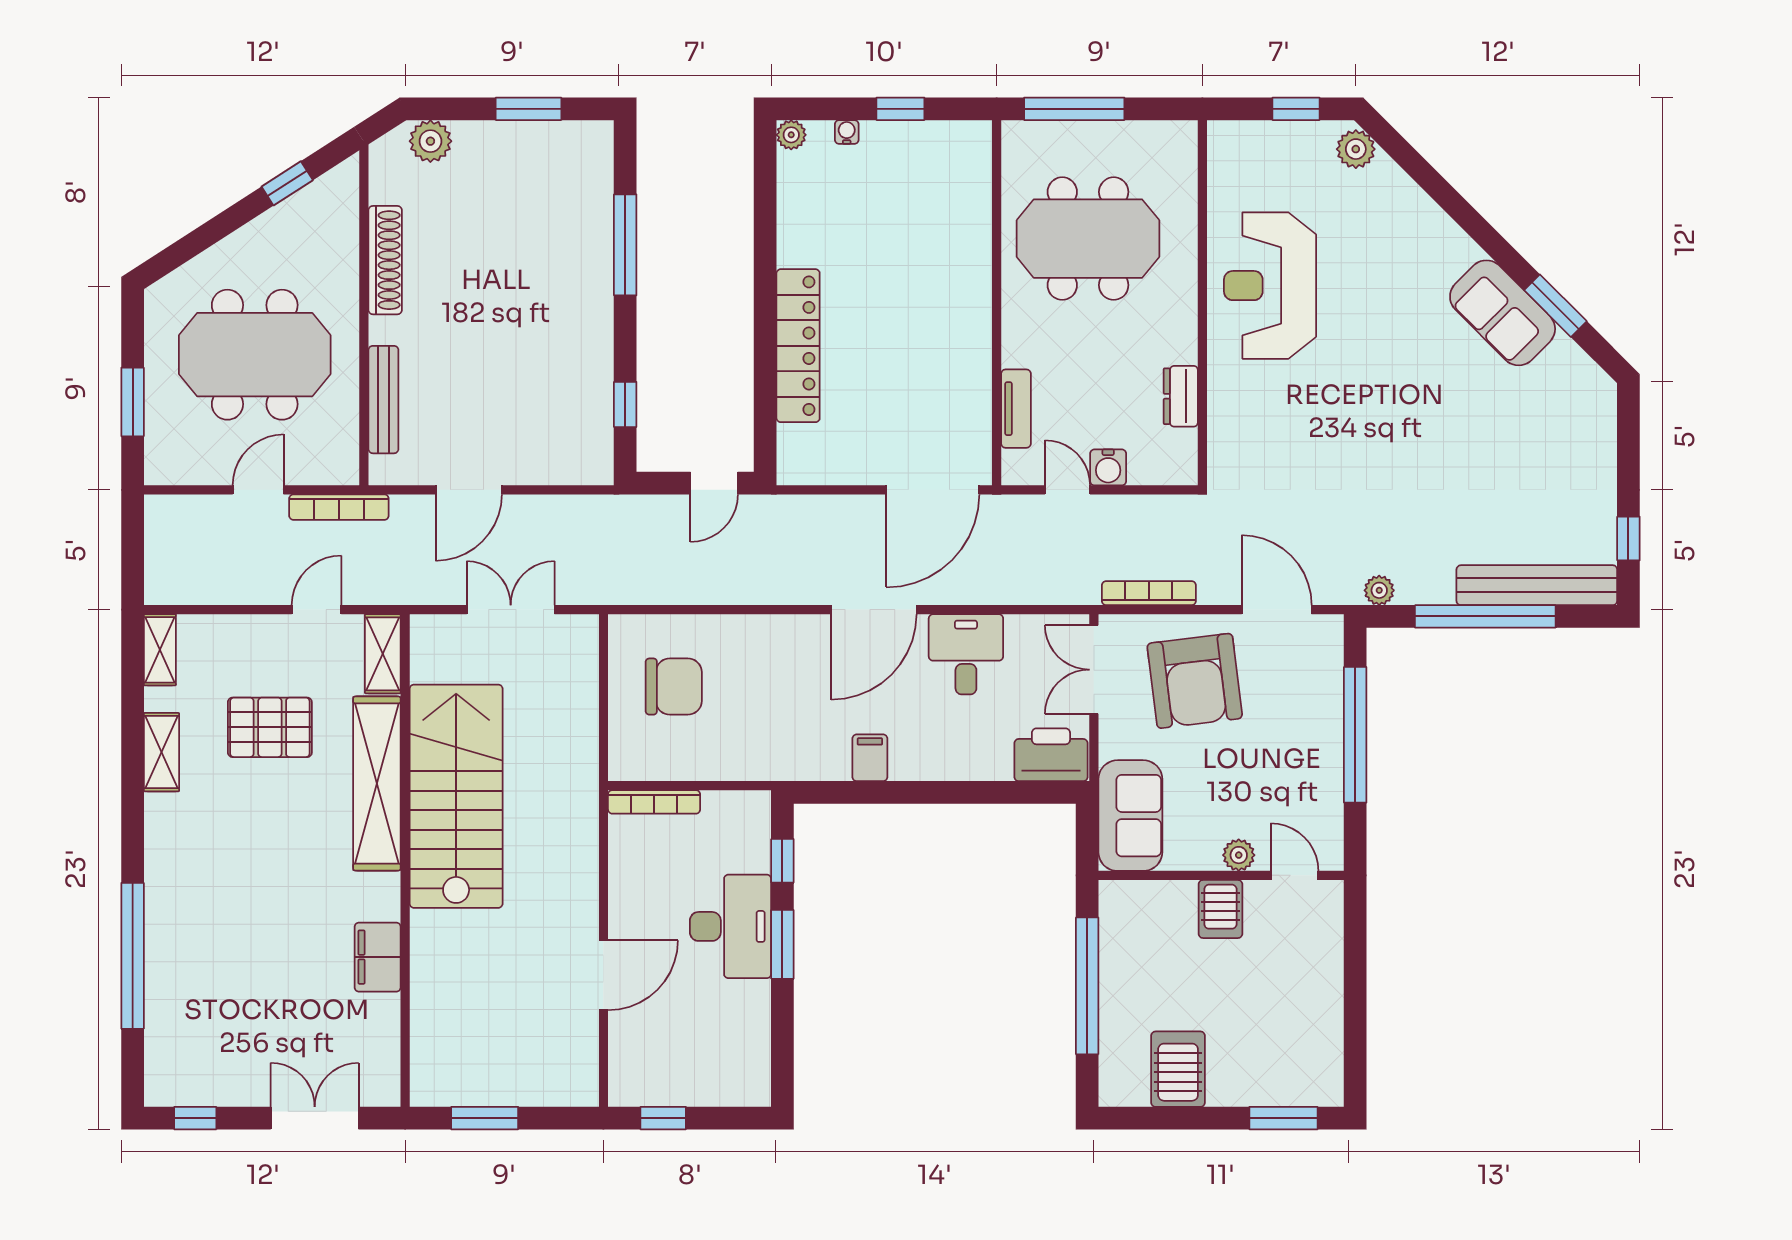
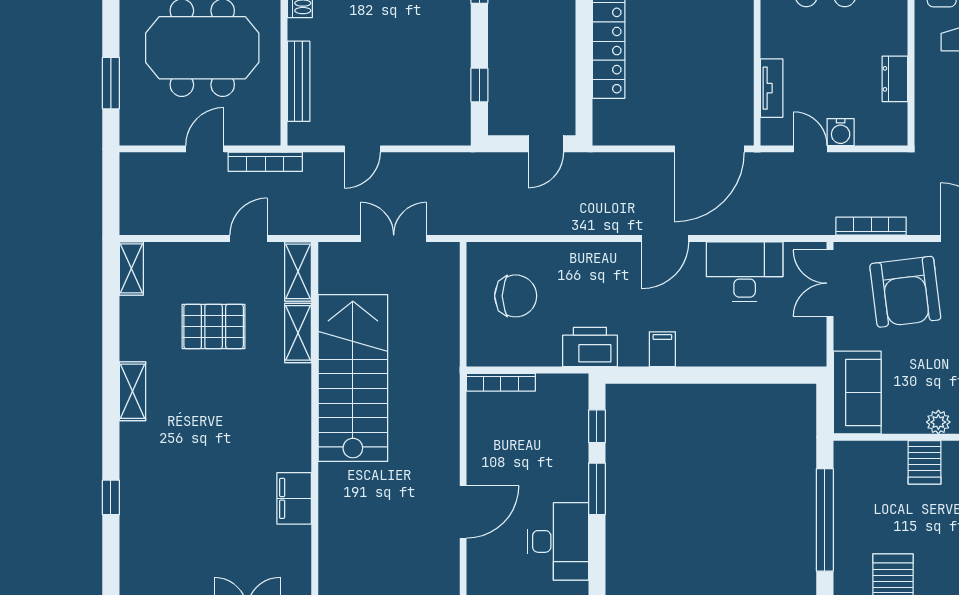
door: (469, 490) -> (362, 149), width x0.73
door: (874, 610) -> (665, 238), width x0.73
desk: (966, 654) -> (745, 272), width x1.37
shelving: (161, 752) -> (133, 391), moved
printer: (1051, 755) -> (590, 347), moved
shelving: (377, 783) -> (298, 333), width x0.45, depth x0.75
desk: (731, 926) -> (558, 541), moved
window: (133, 956) -> (111, 497), width x0.32

